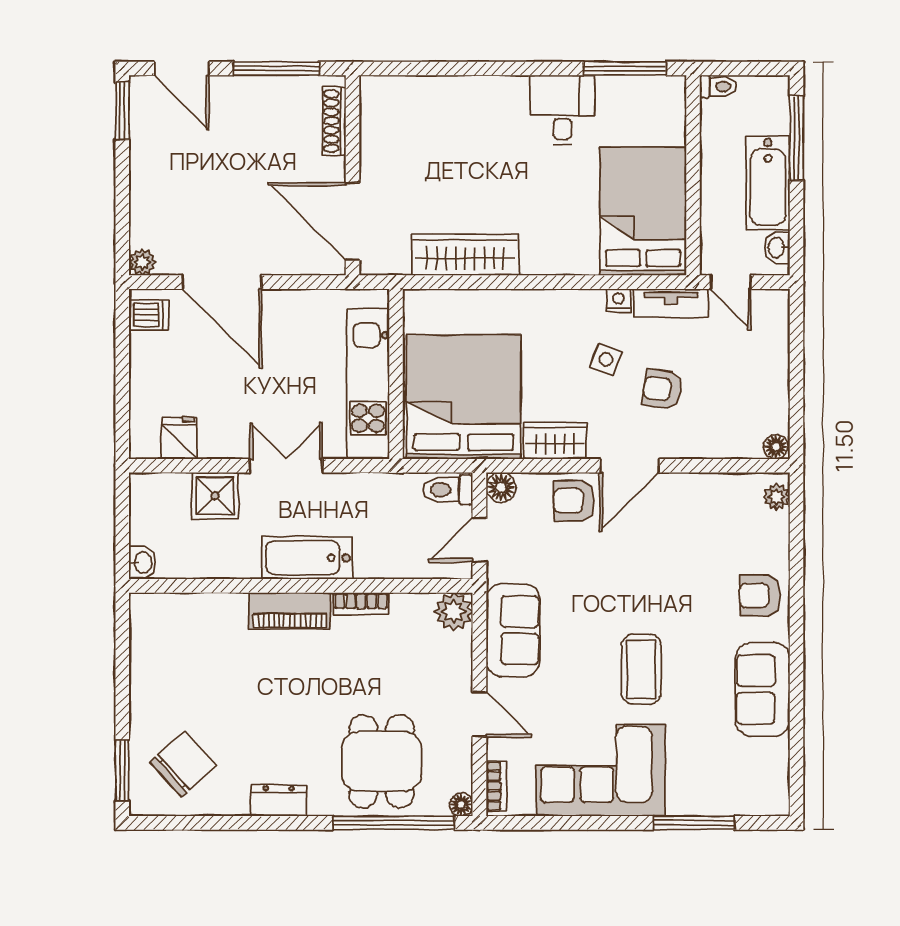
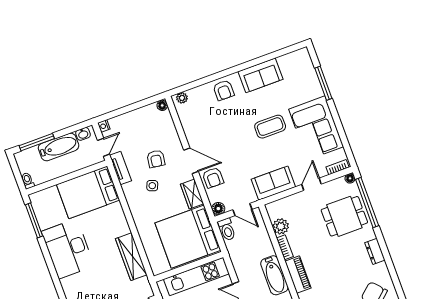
desk: (562, 110) -> (68, 249), width x1.87, depth x1.30
nightstand: (619, 300) -> (104, 126), moved
plant: (454, 612) -> (281, 226), moved

